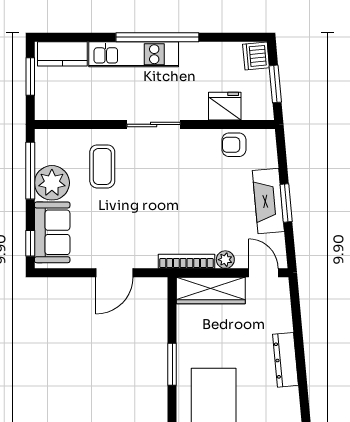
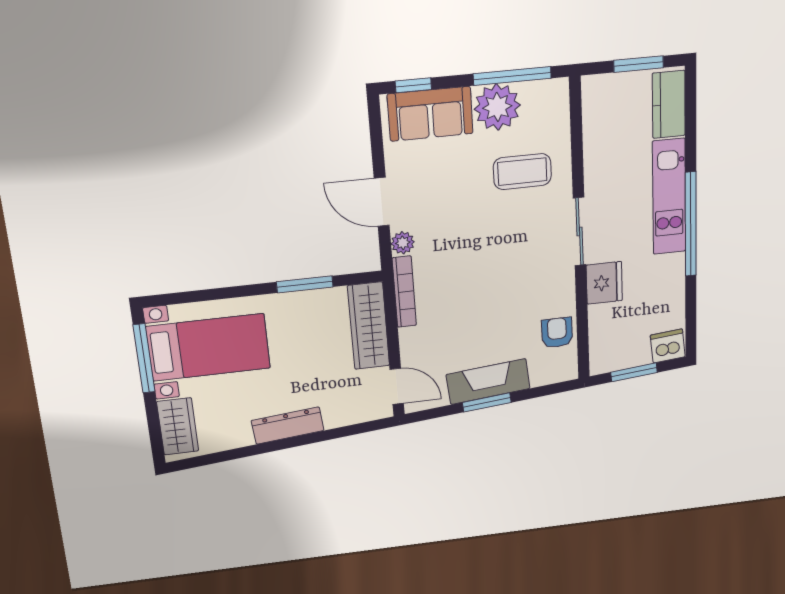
fridge: (225, 106) -> (604, 283), moved
plant: (225, 260) -> (403, 243), moved
door: (263, 273) -> (397, 386), hinge flipped
window: (172, 364) -> (305, 284), moved

